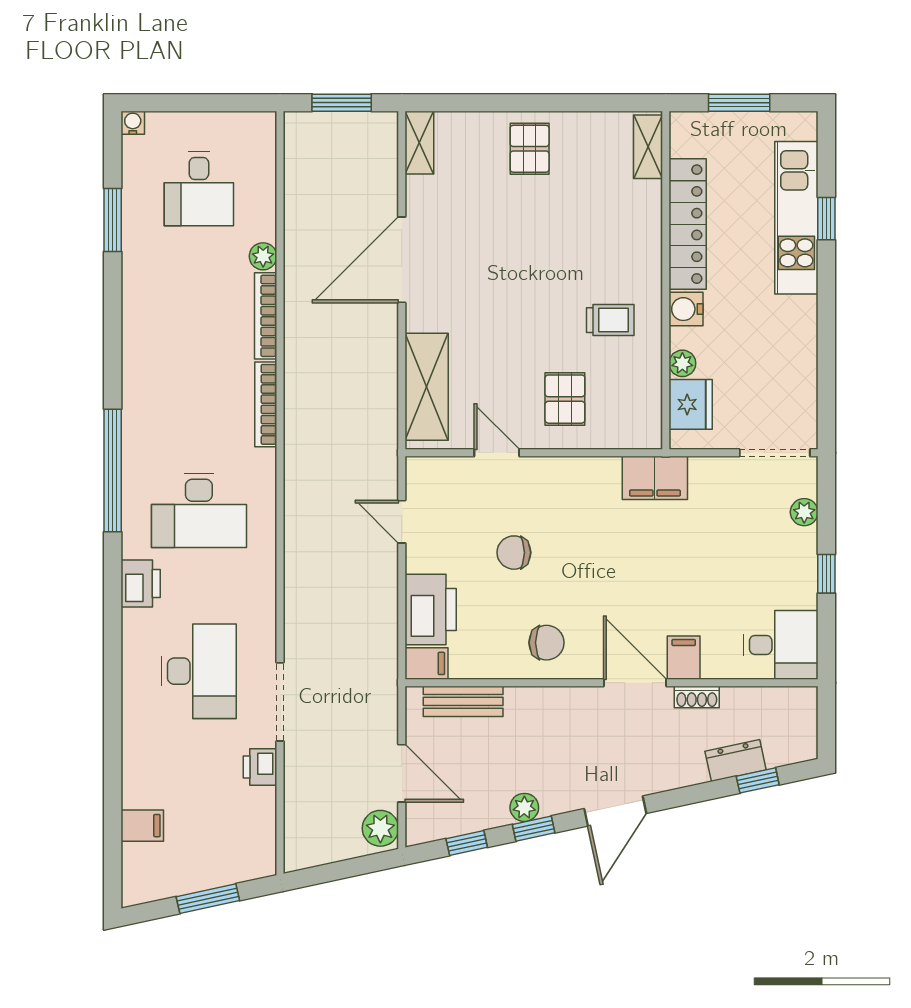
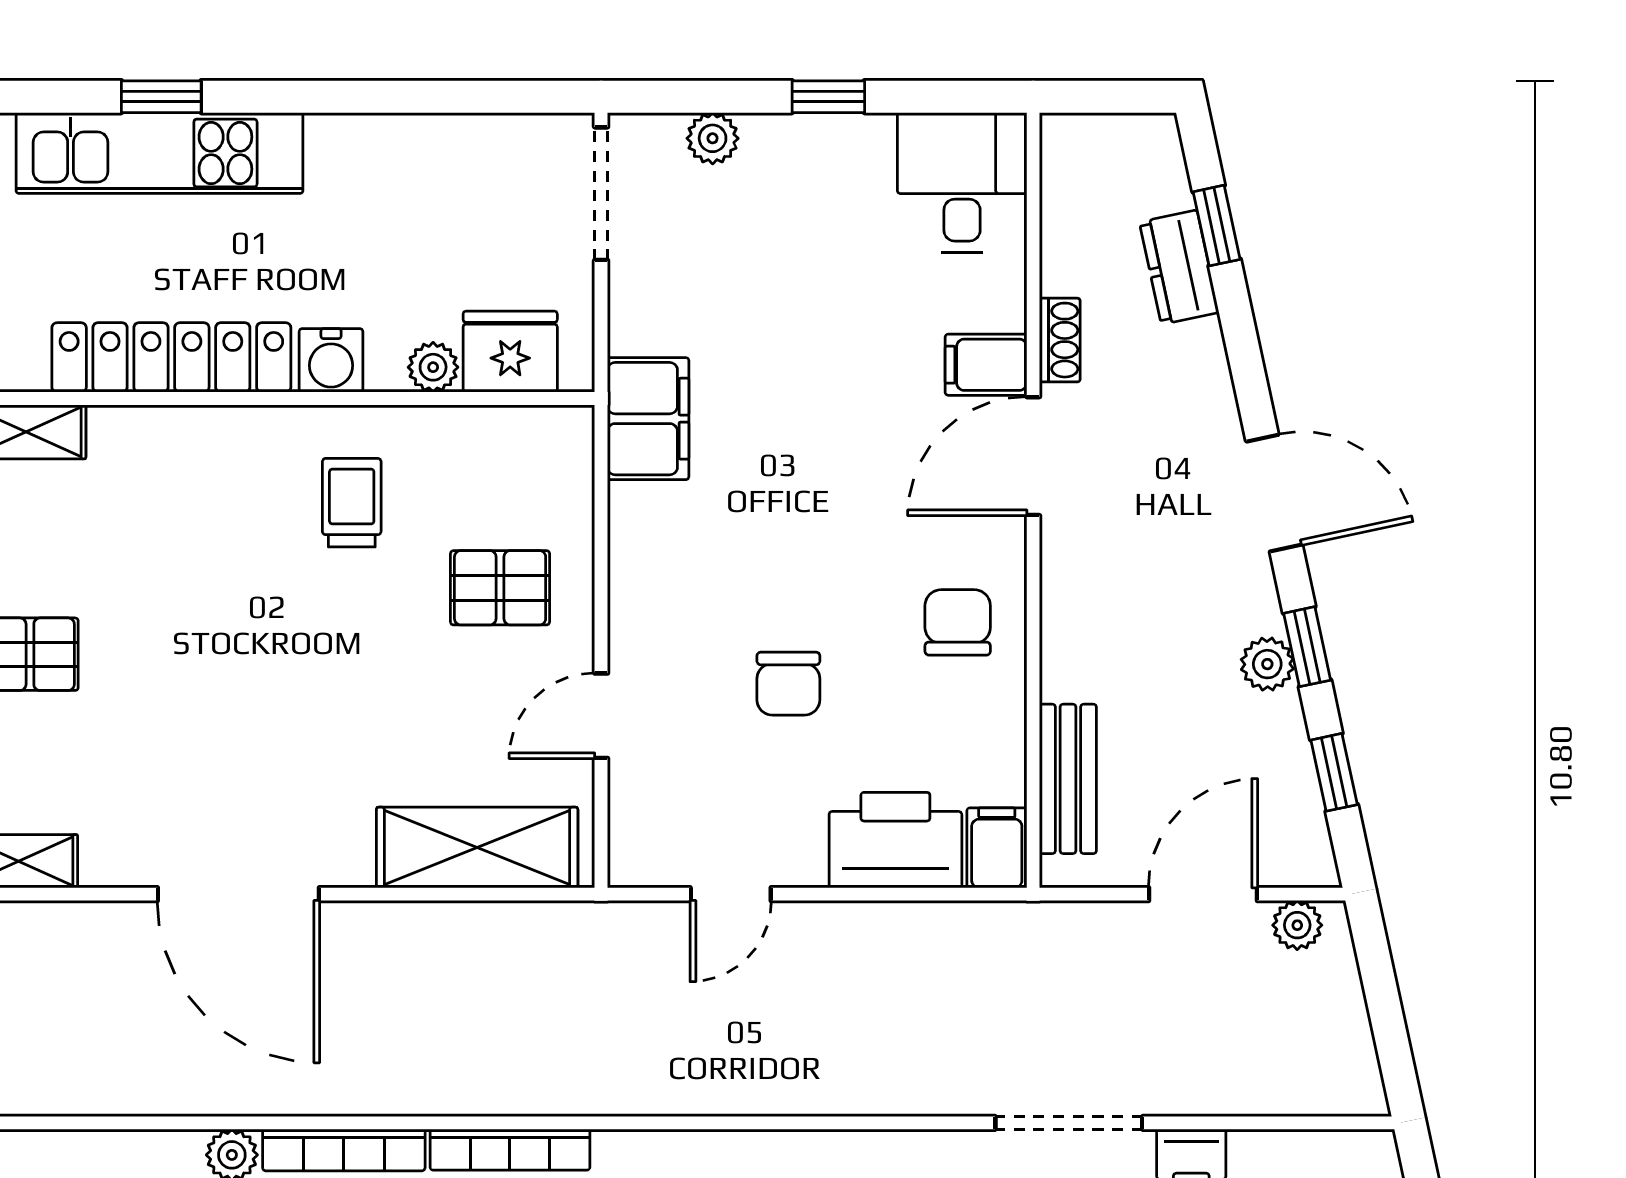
plant: (380, 828) -> (1297, 925), width x0.73, depth x0.73

